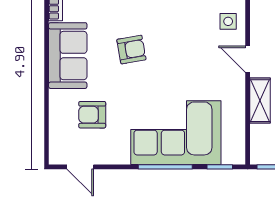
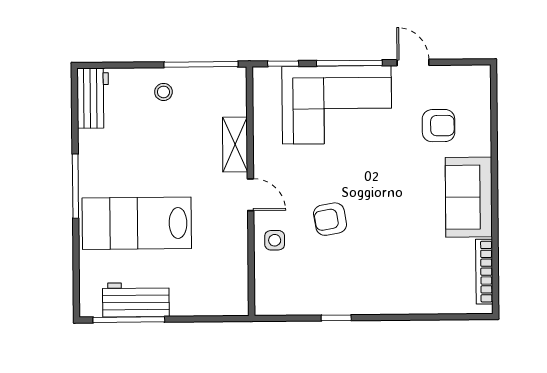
armchair: (131, 50) -> (330, 219), moved
door: (80, 167) -> (413, 63), moved

